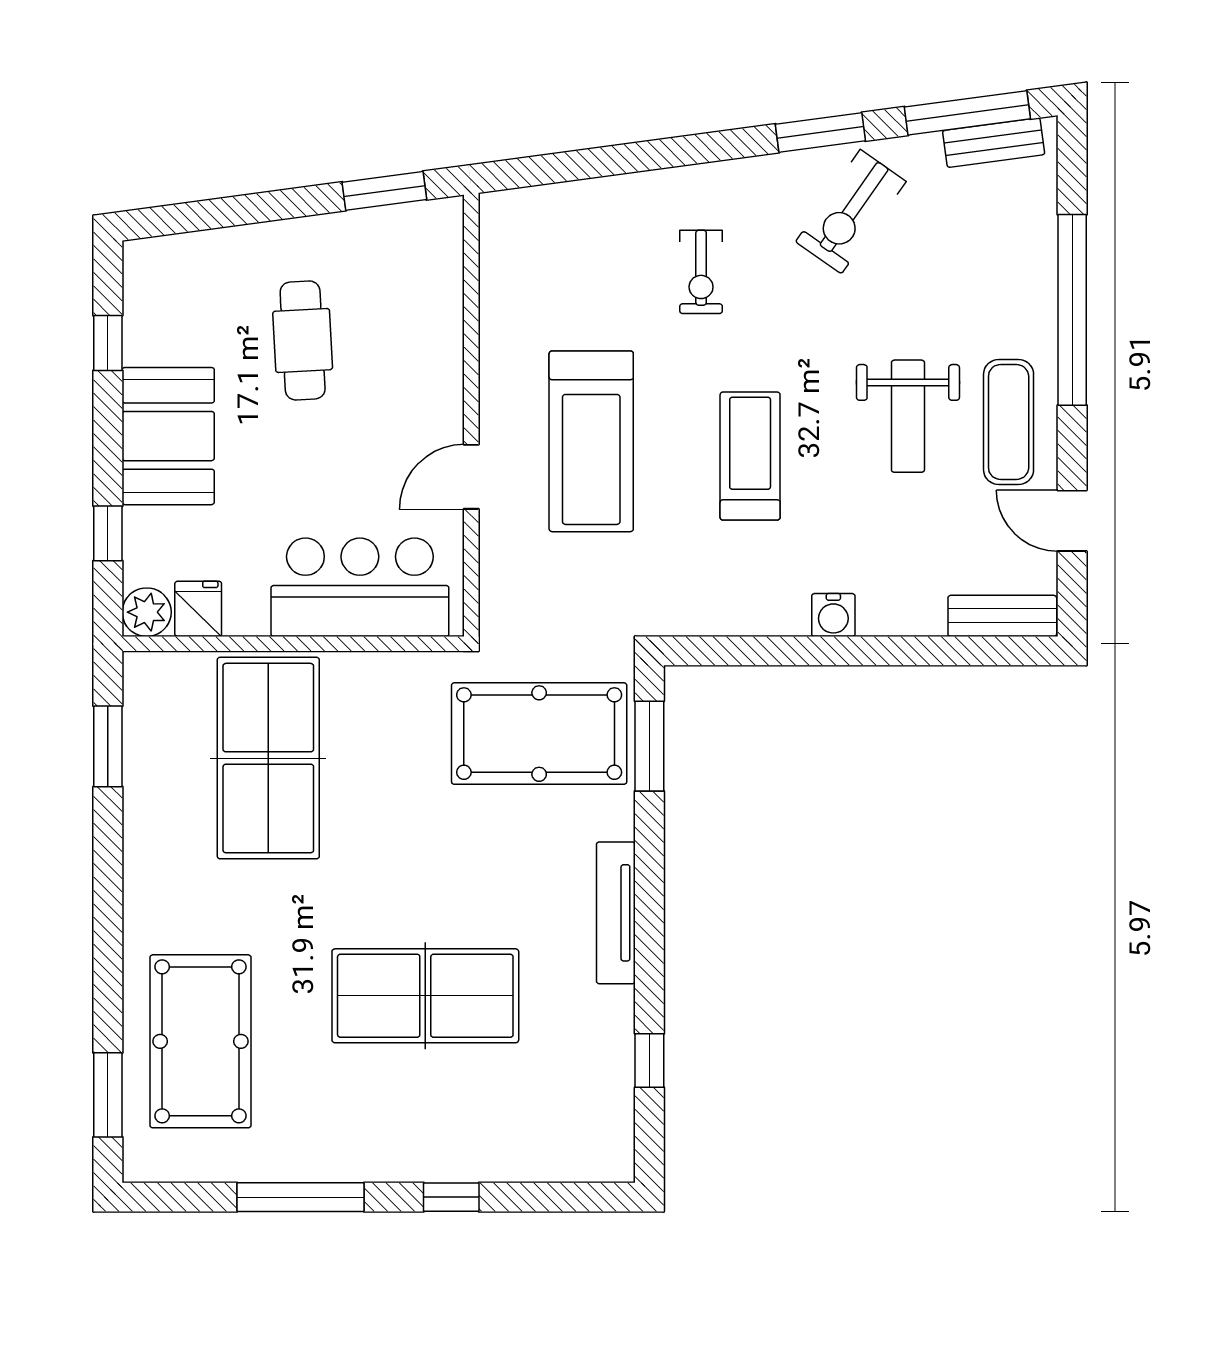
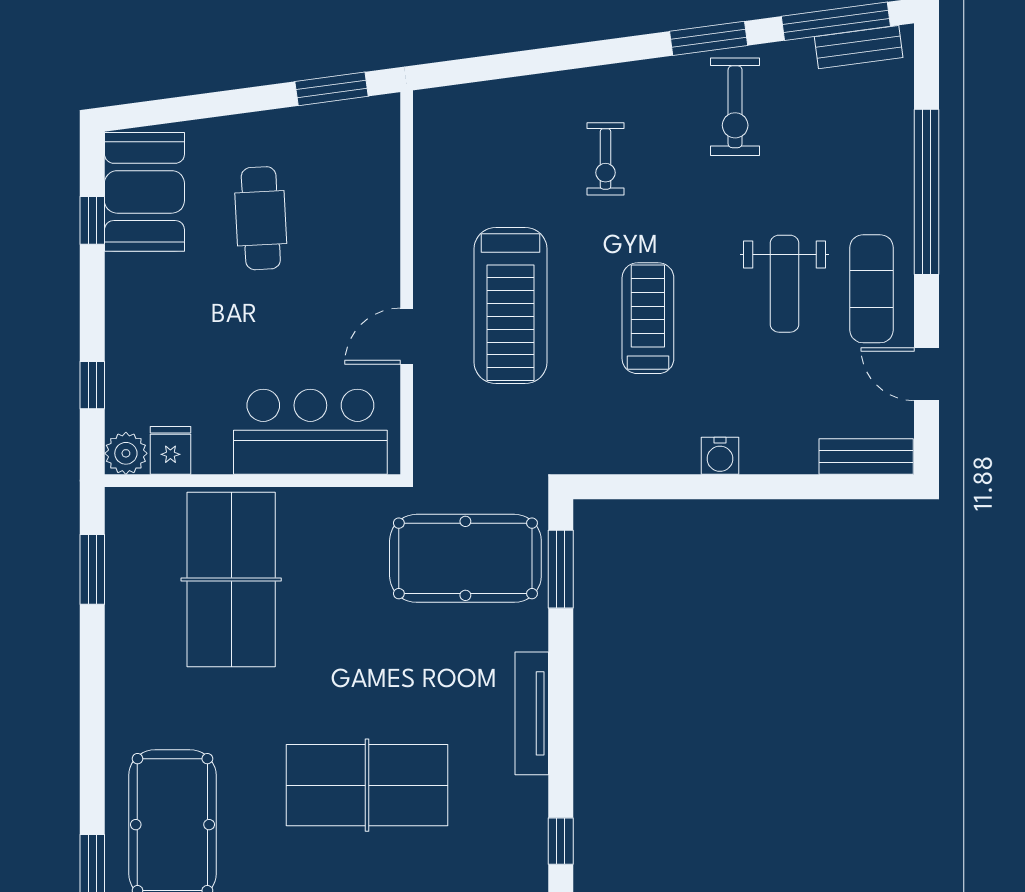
exercise bike: (851, 212) -> (735, 107), turned -35
booth: (168, 436) -> (144, 192), moved

